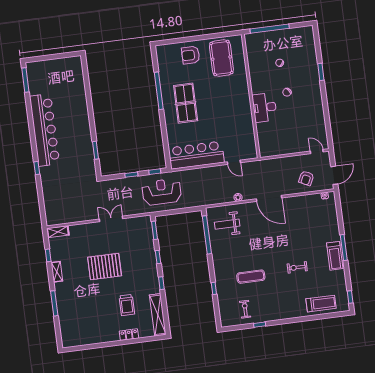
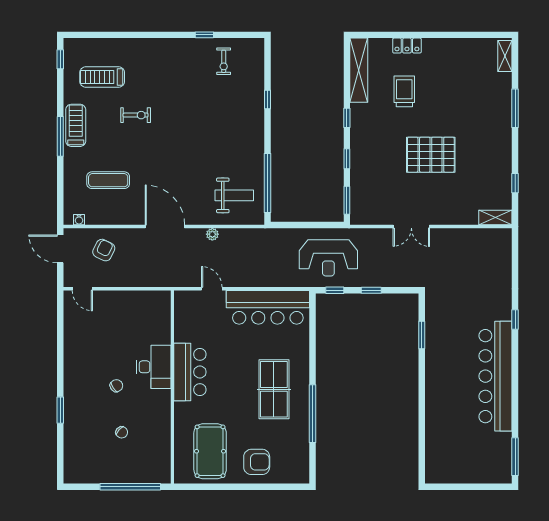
bar counter: (241, 107) -> (190, 372), added
door: (334, 175) -> (60, 249), hinge flipped
shelving: (57, 272) -> (505, 56), moved
exercise mat: (251, 277) -> (108, 180), moved
treadmill: (321, 304) -> (102, 77), moved

